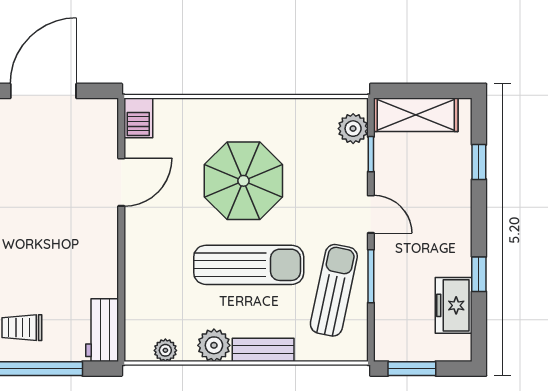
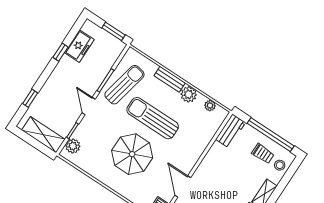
door: (121, 182) -> (183, 187), hinge flipped
sun lounger: (334, 290) -> (124, 85), turned 180

